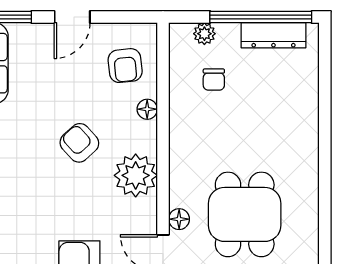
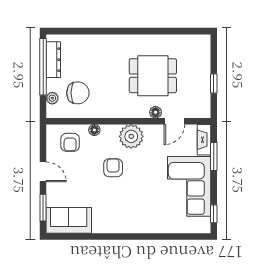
armchair: (125, 66) -> (70, 142), turned 96
chair: (214, 80) -> (78, 93), width x1.87, depth x1.87
armchair: (79, 143) -> (113, 168), turned 132

